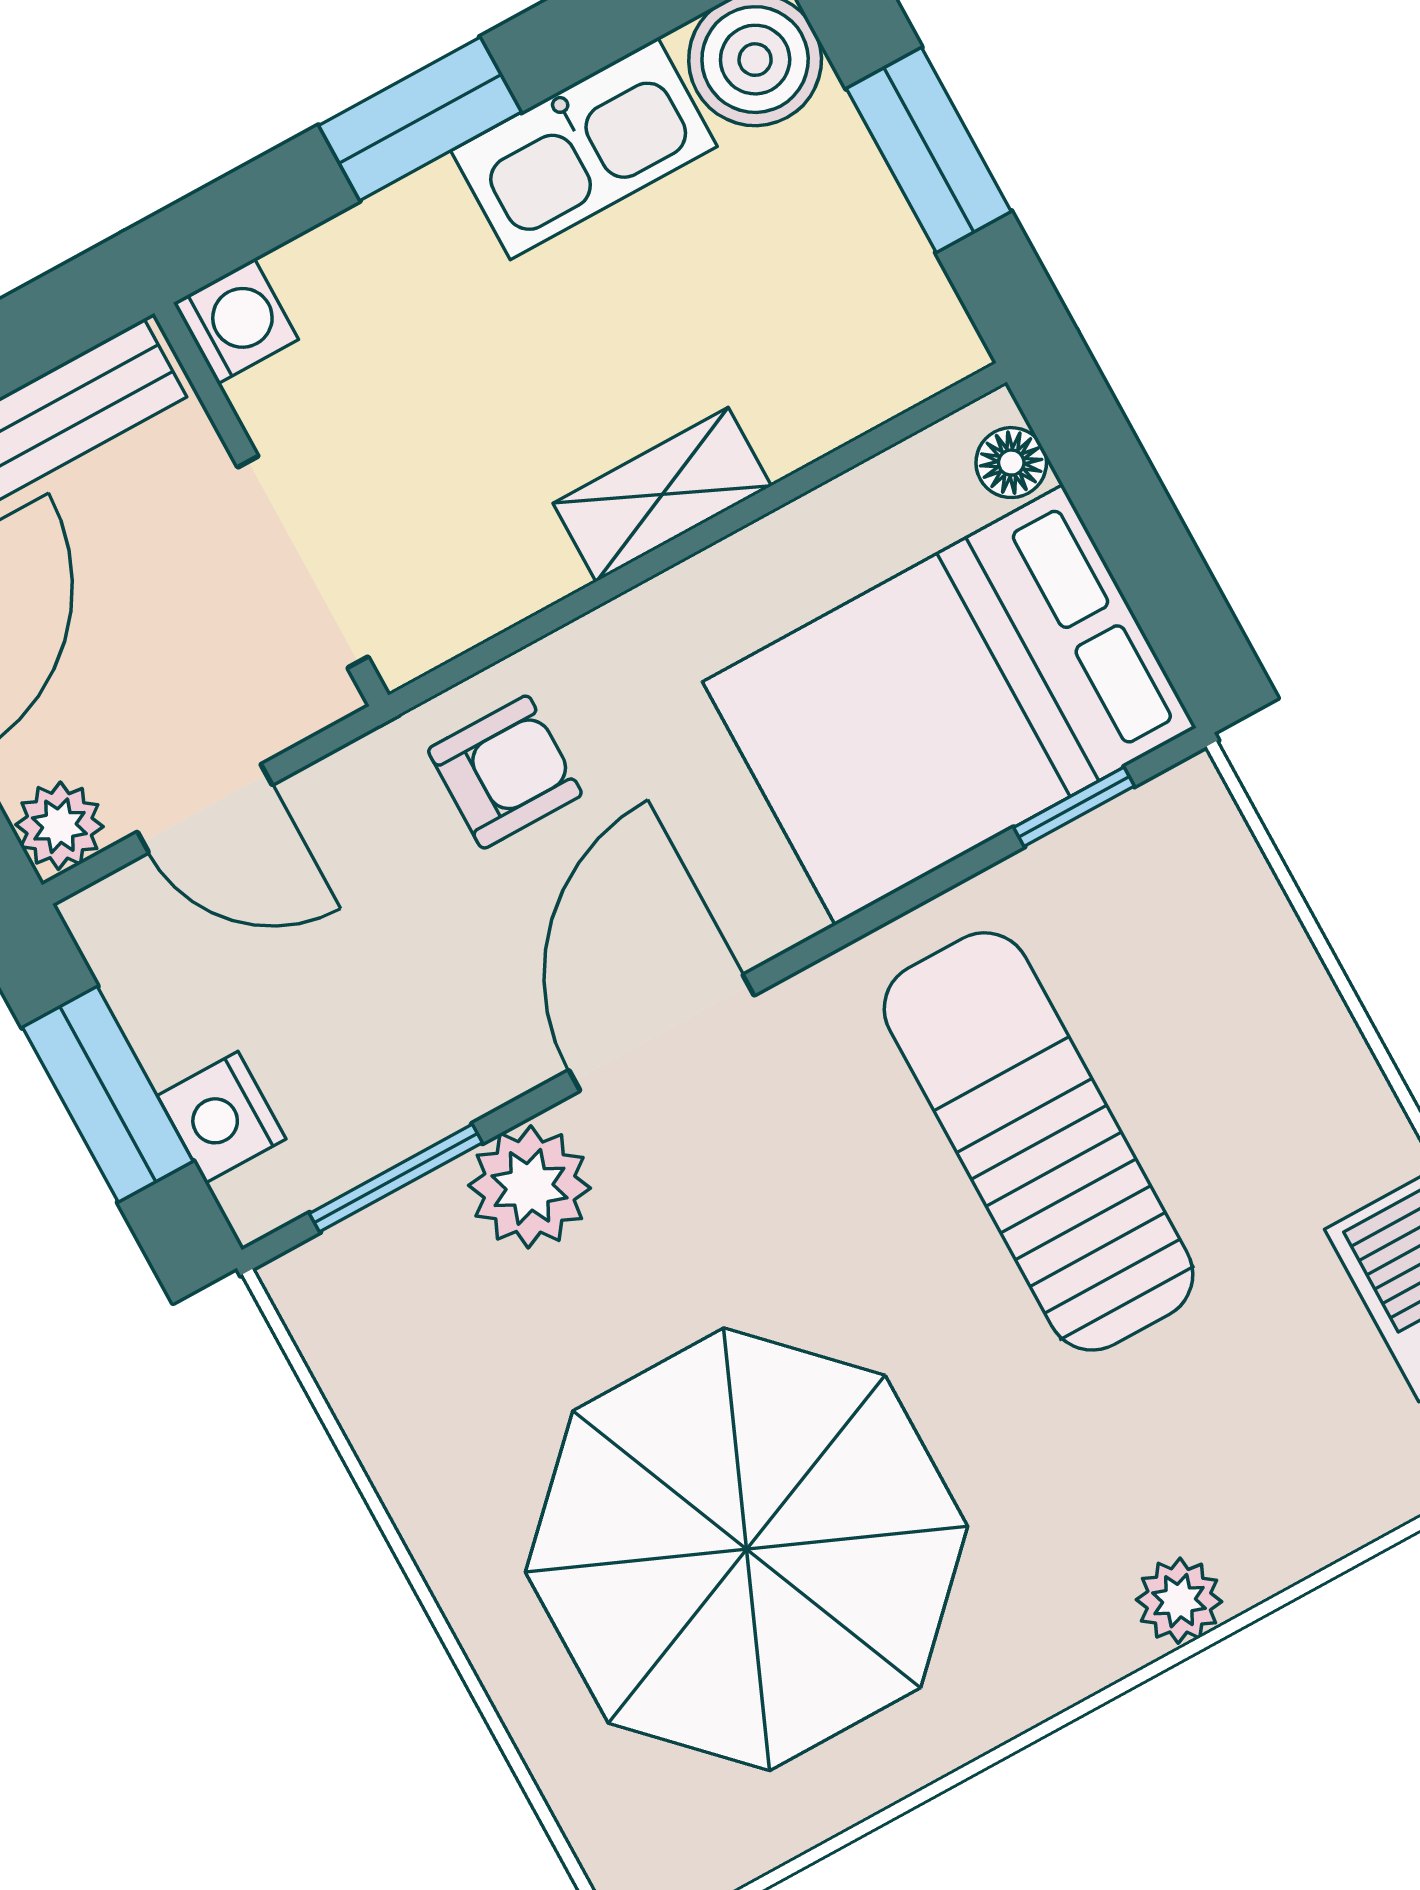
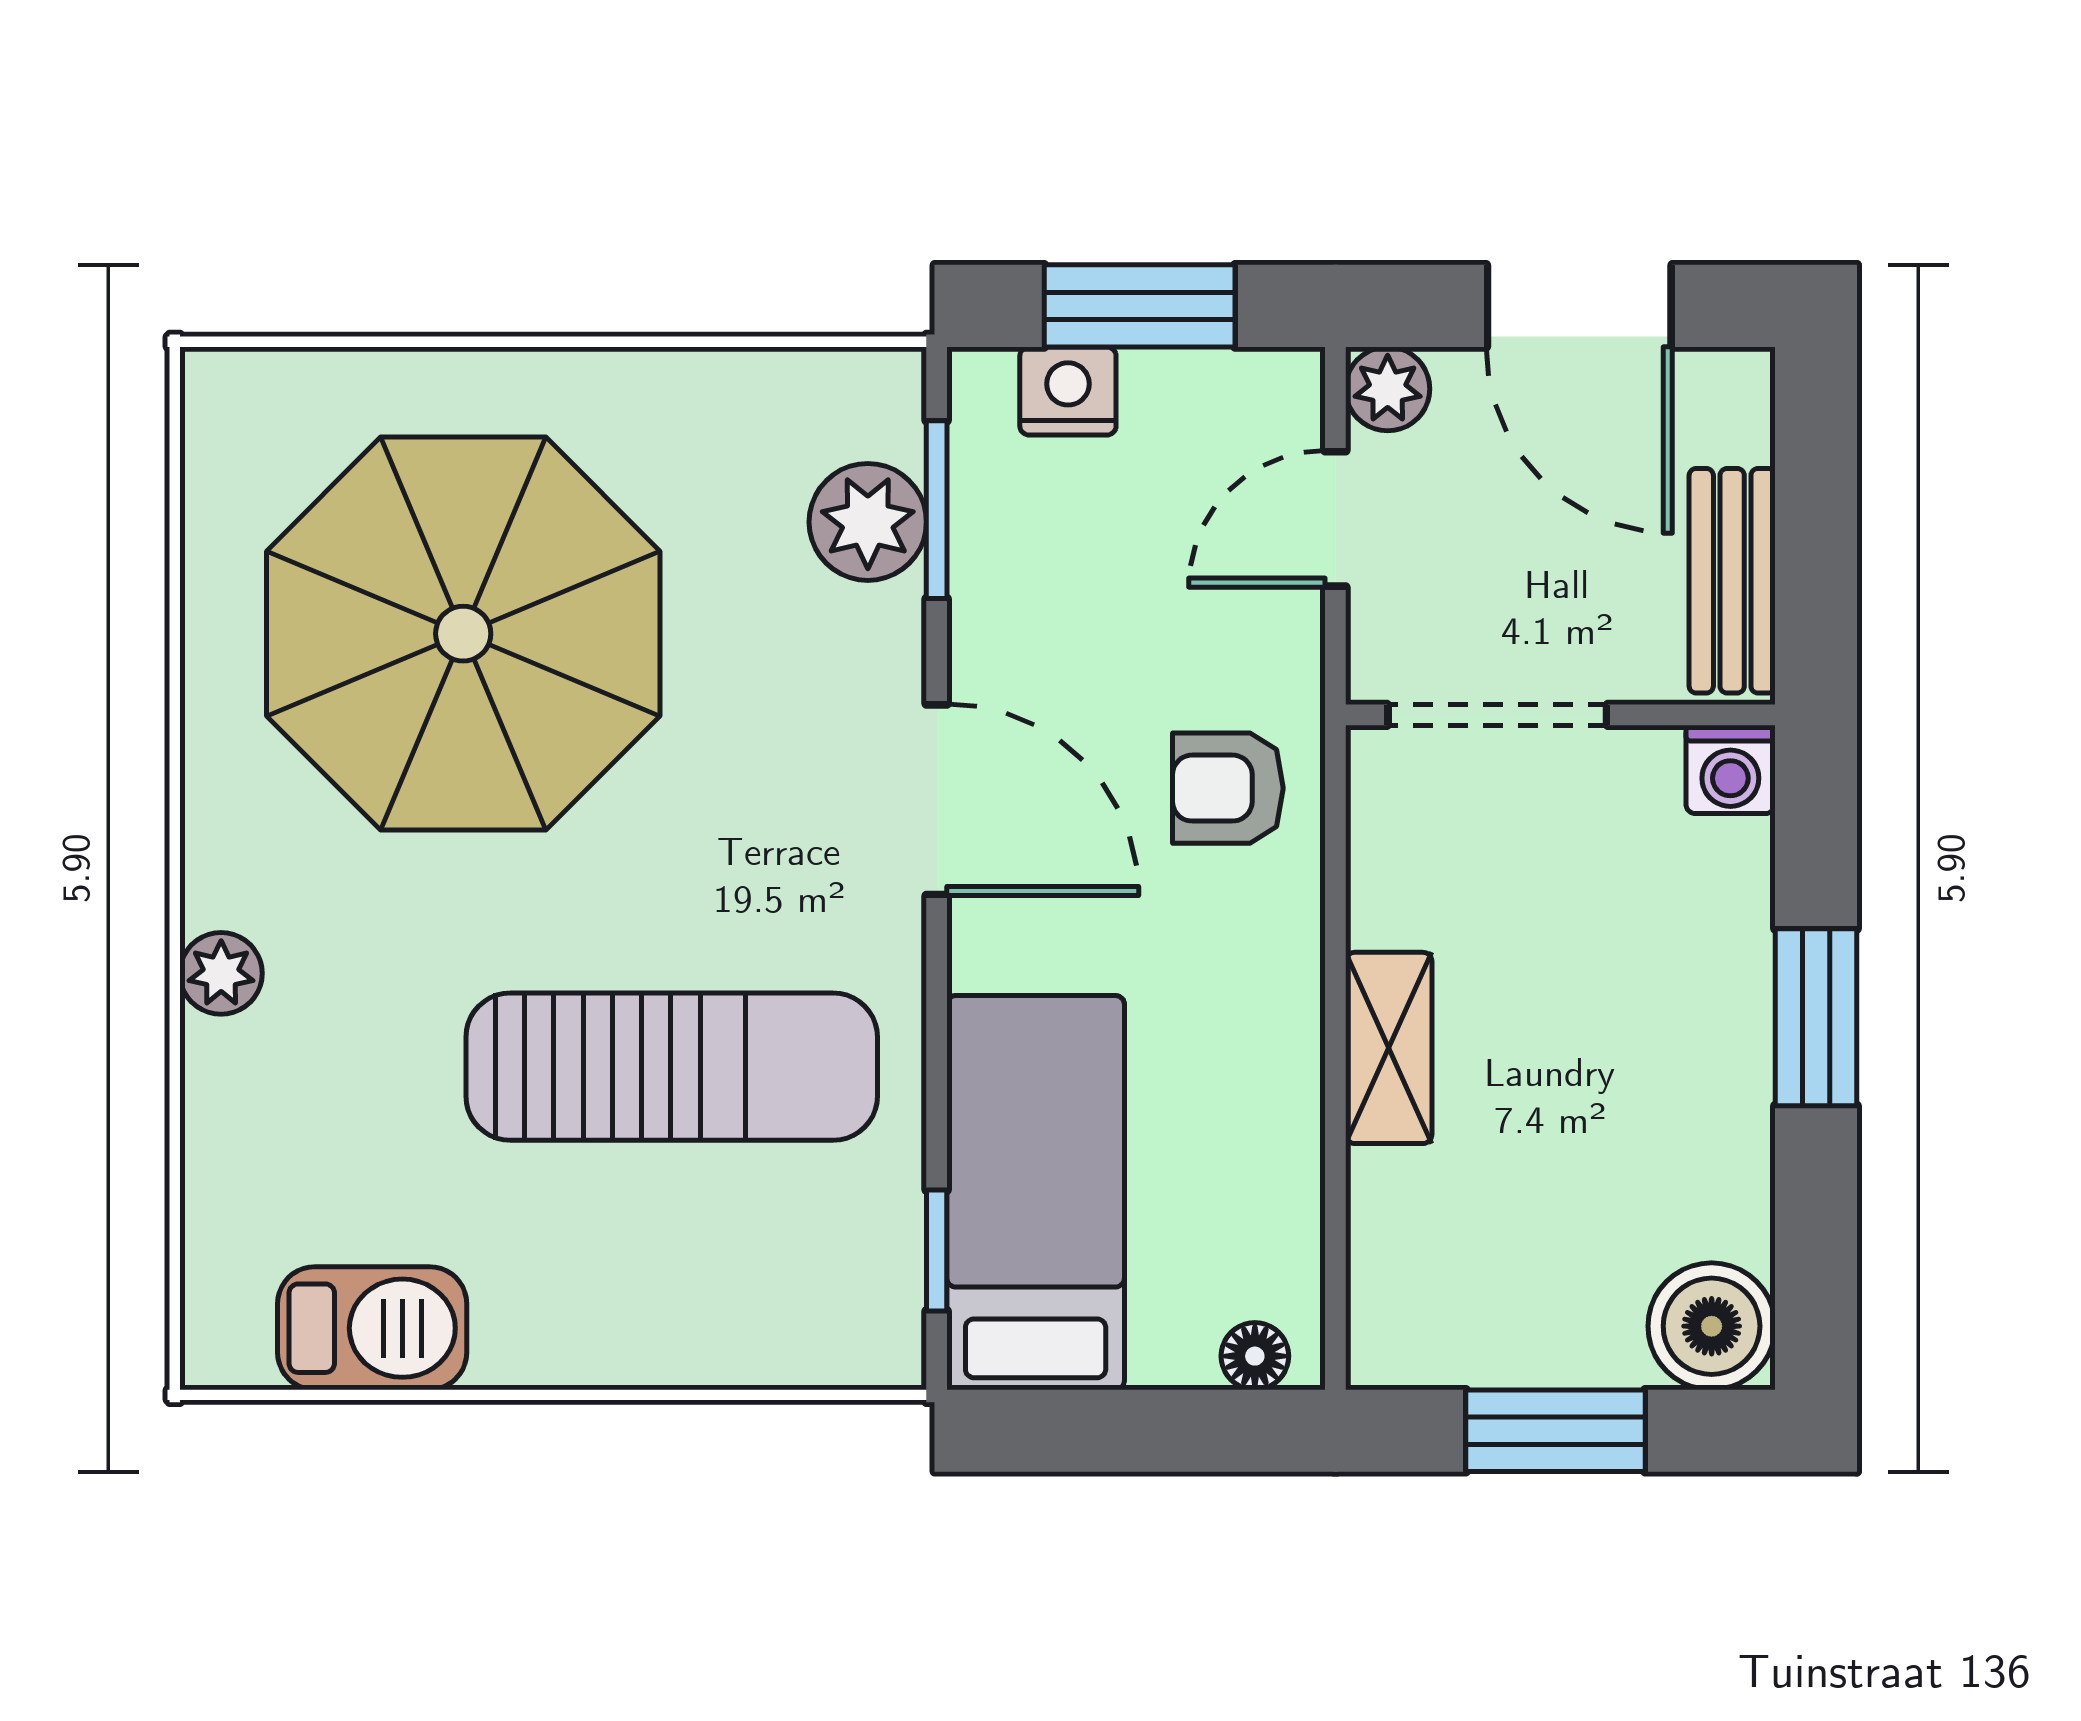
kitchen sink: (584, 149) -> (1715, 1141), removed
bed: (949, 705) -> (1036, 1193), width x0.67
armchair: (505, 772) -> (1228, 788), turned 90
plant: (529, 1187) -> (868, 522), moved

